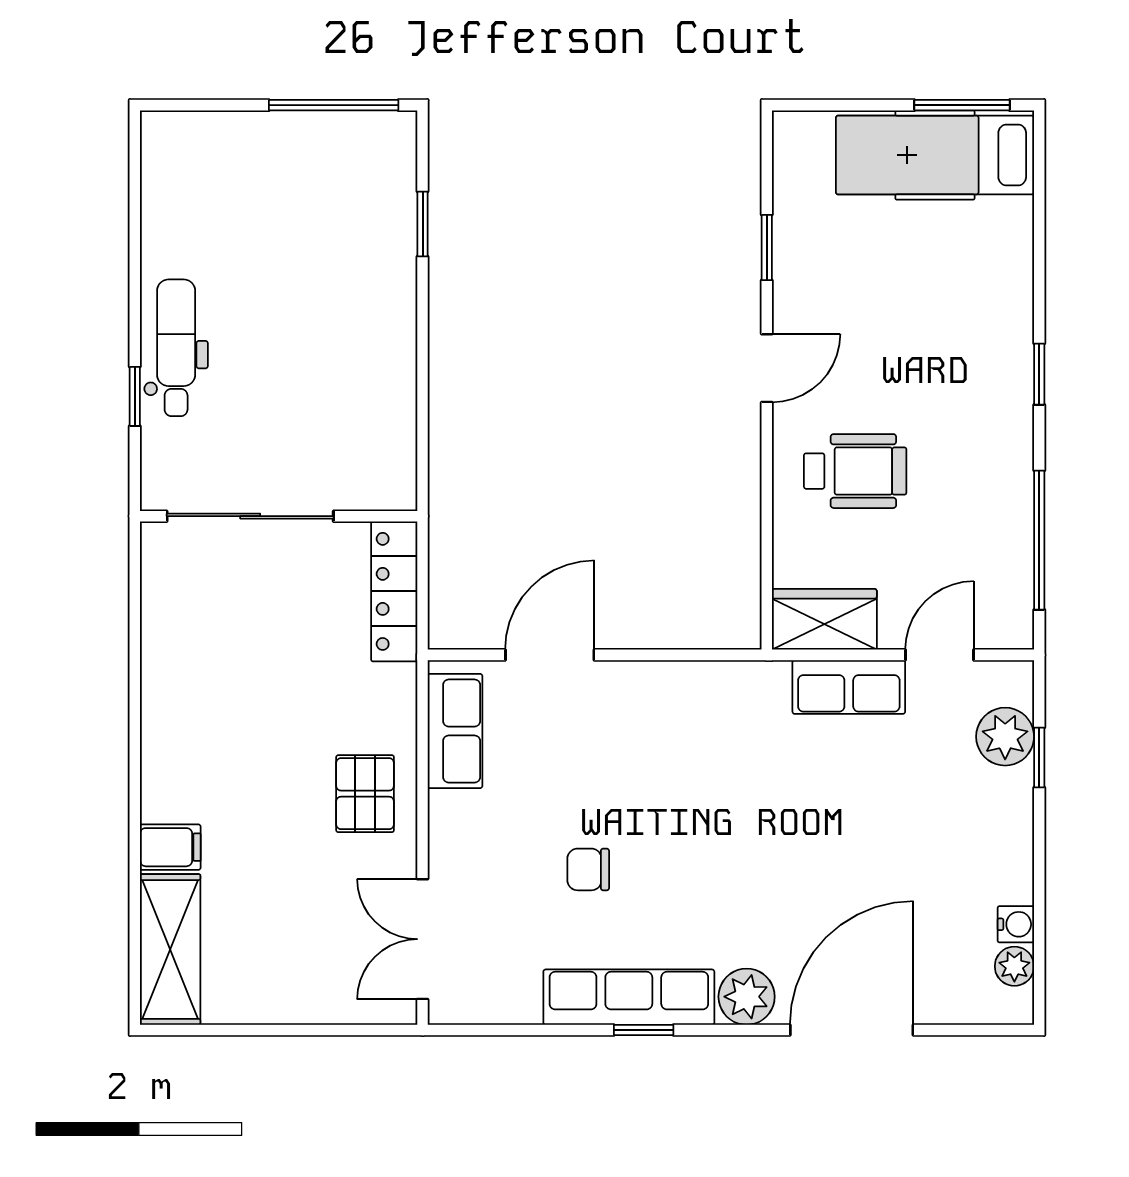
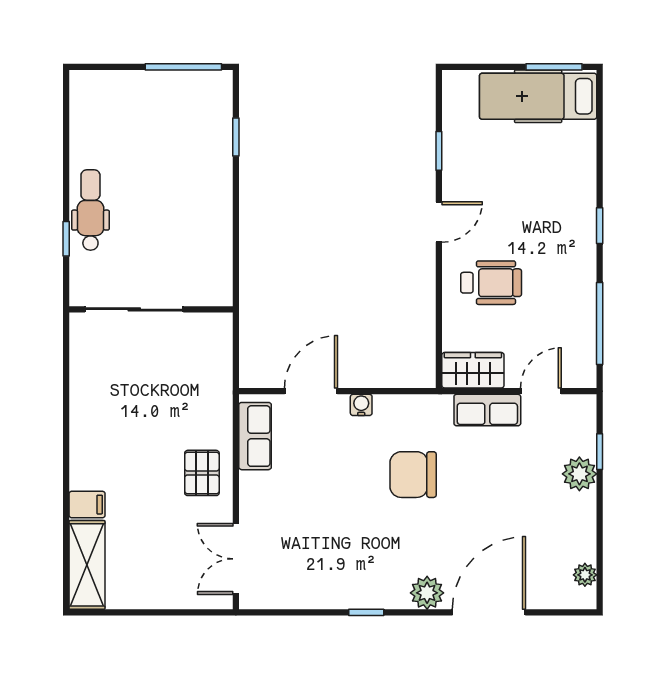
locker: (394, 591) -> (219, 354), removed
plant: (1005, 737) -> (579, 474), moved
chair: (588, 869) -> (413, 475), moved, width x1.87, depth x1.87
water cooler: (1016, 924) -> (361, 405), moved, turned -90
row of seats: (629, 997) -> (358, 593), removed

